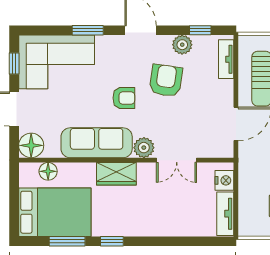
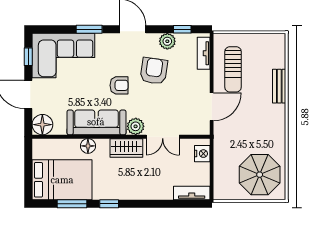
floor lamp: (48, 171) -> (88, 146), moved
wardrobe: (116, 174) -> (126, 148), moved
tv unit: (225, 214) -> (192, 193), moved, turned 90

